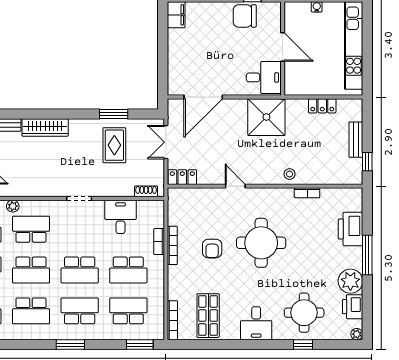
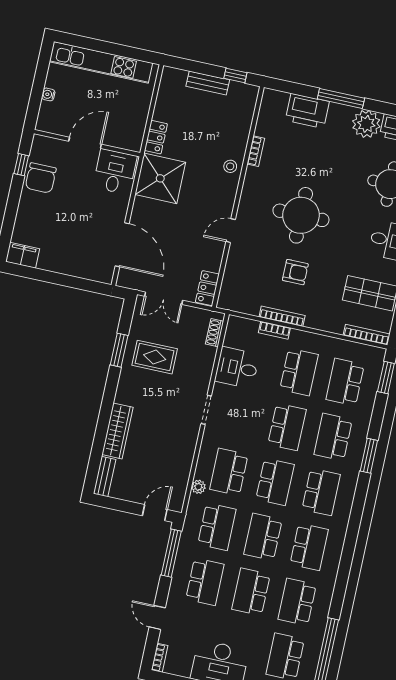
locker: (322, 106) -> (156, 137), moved

